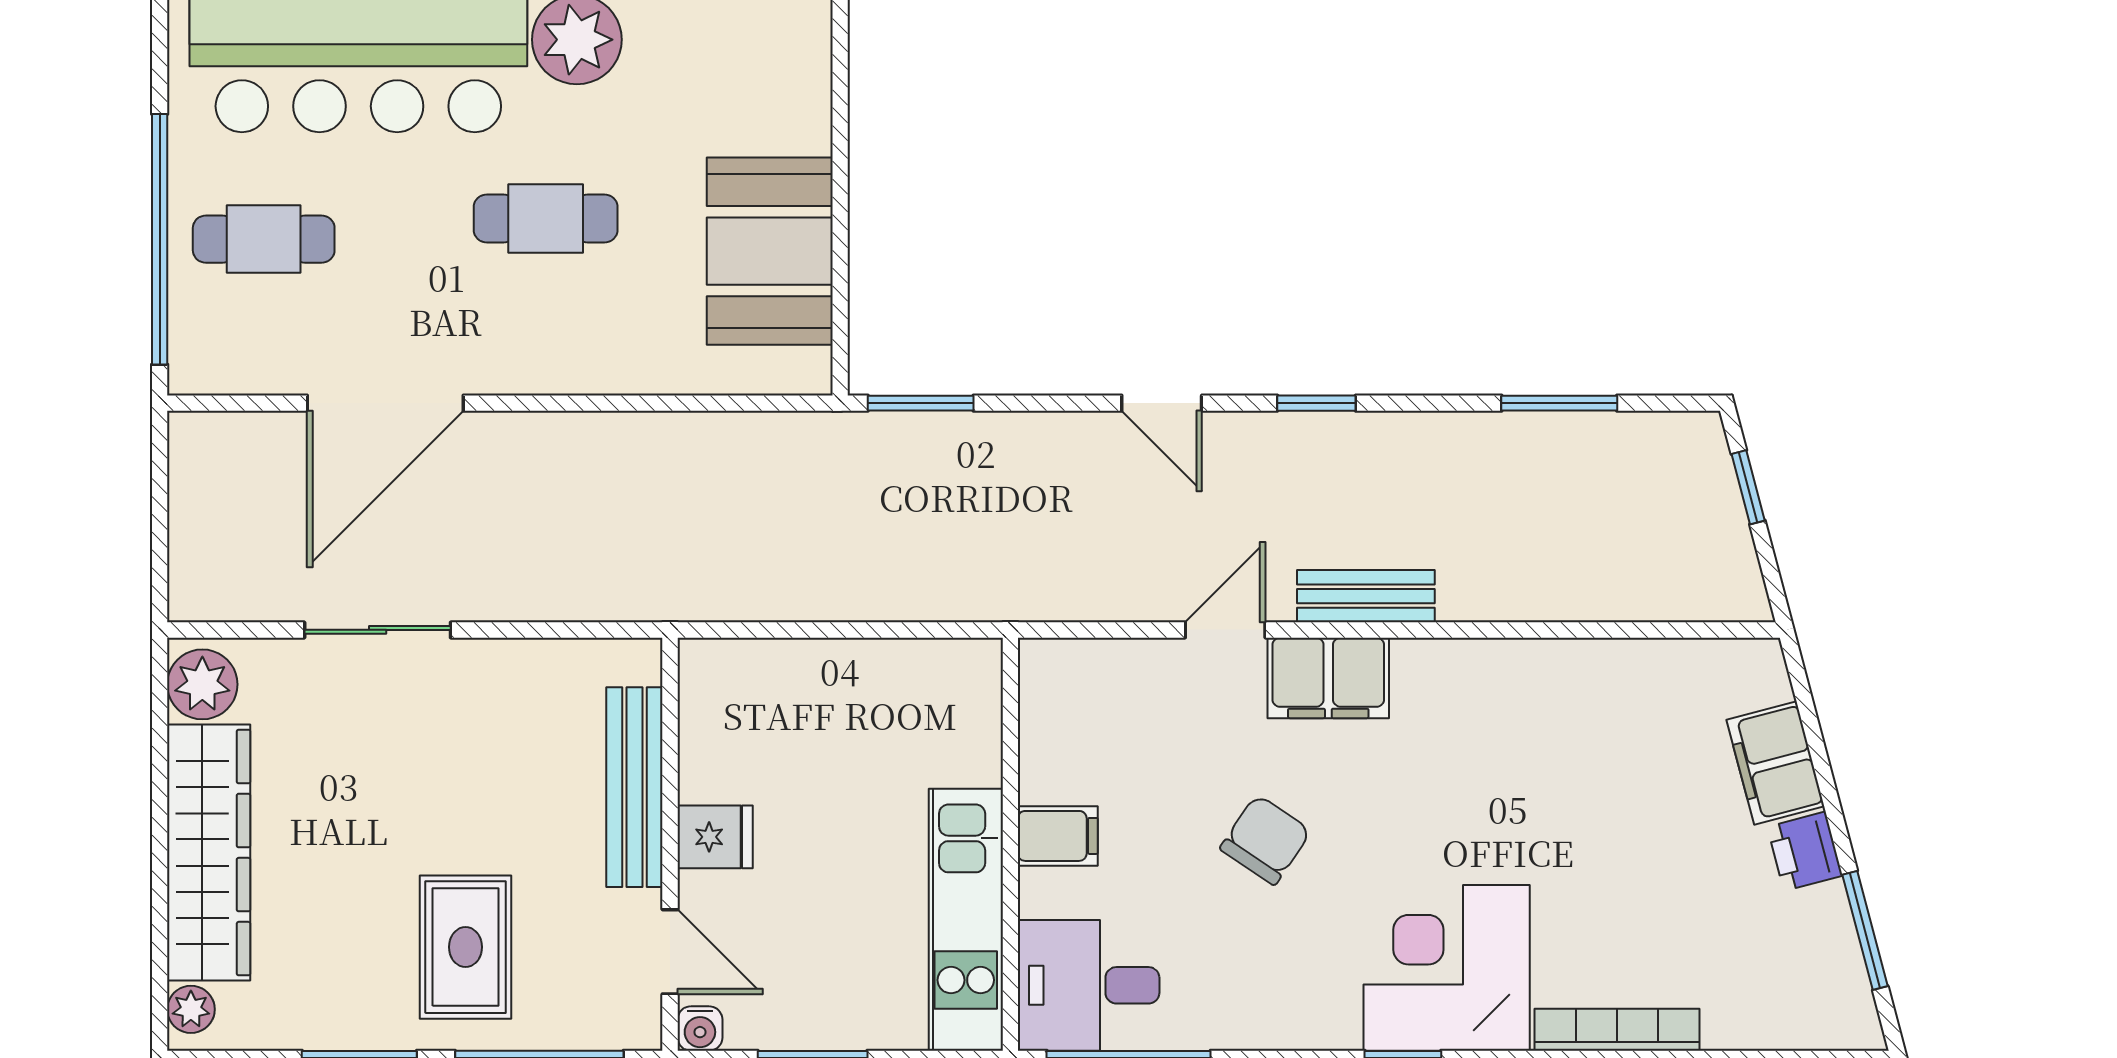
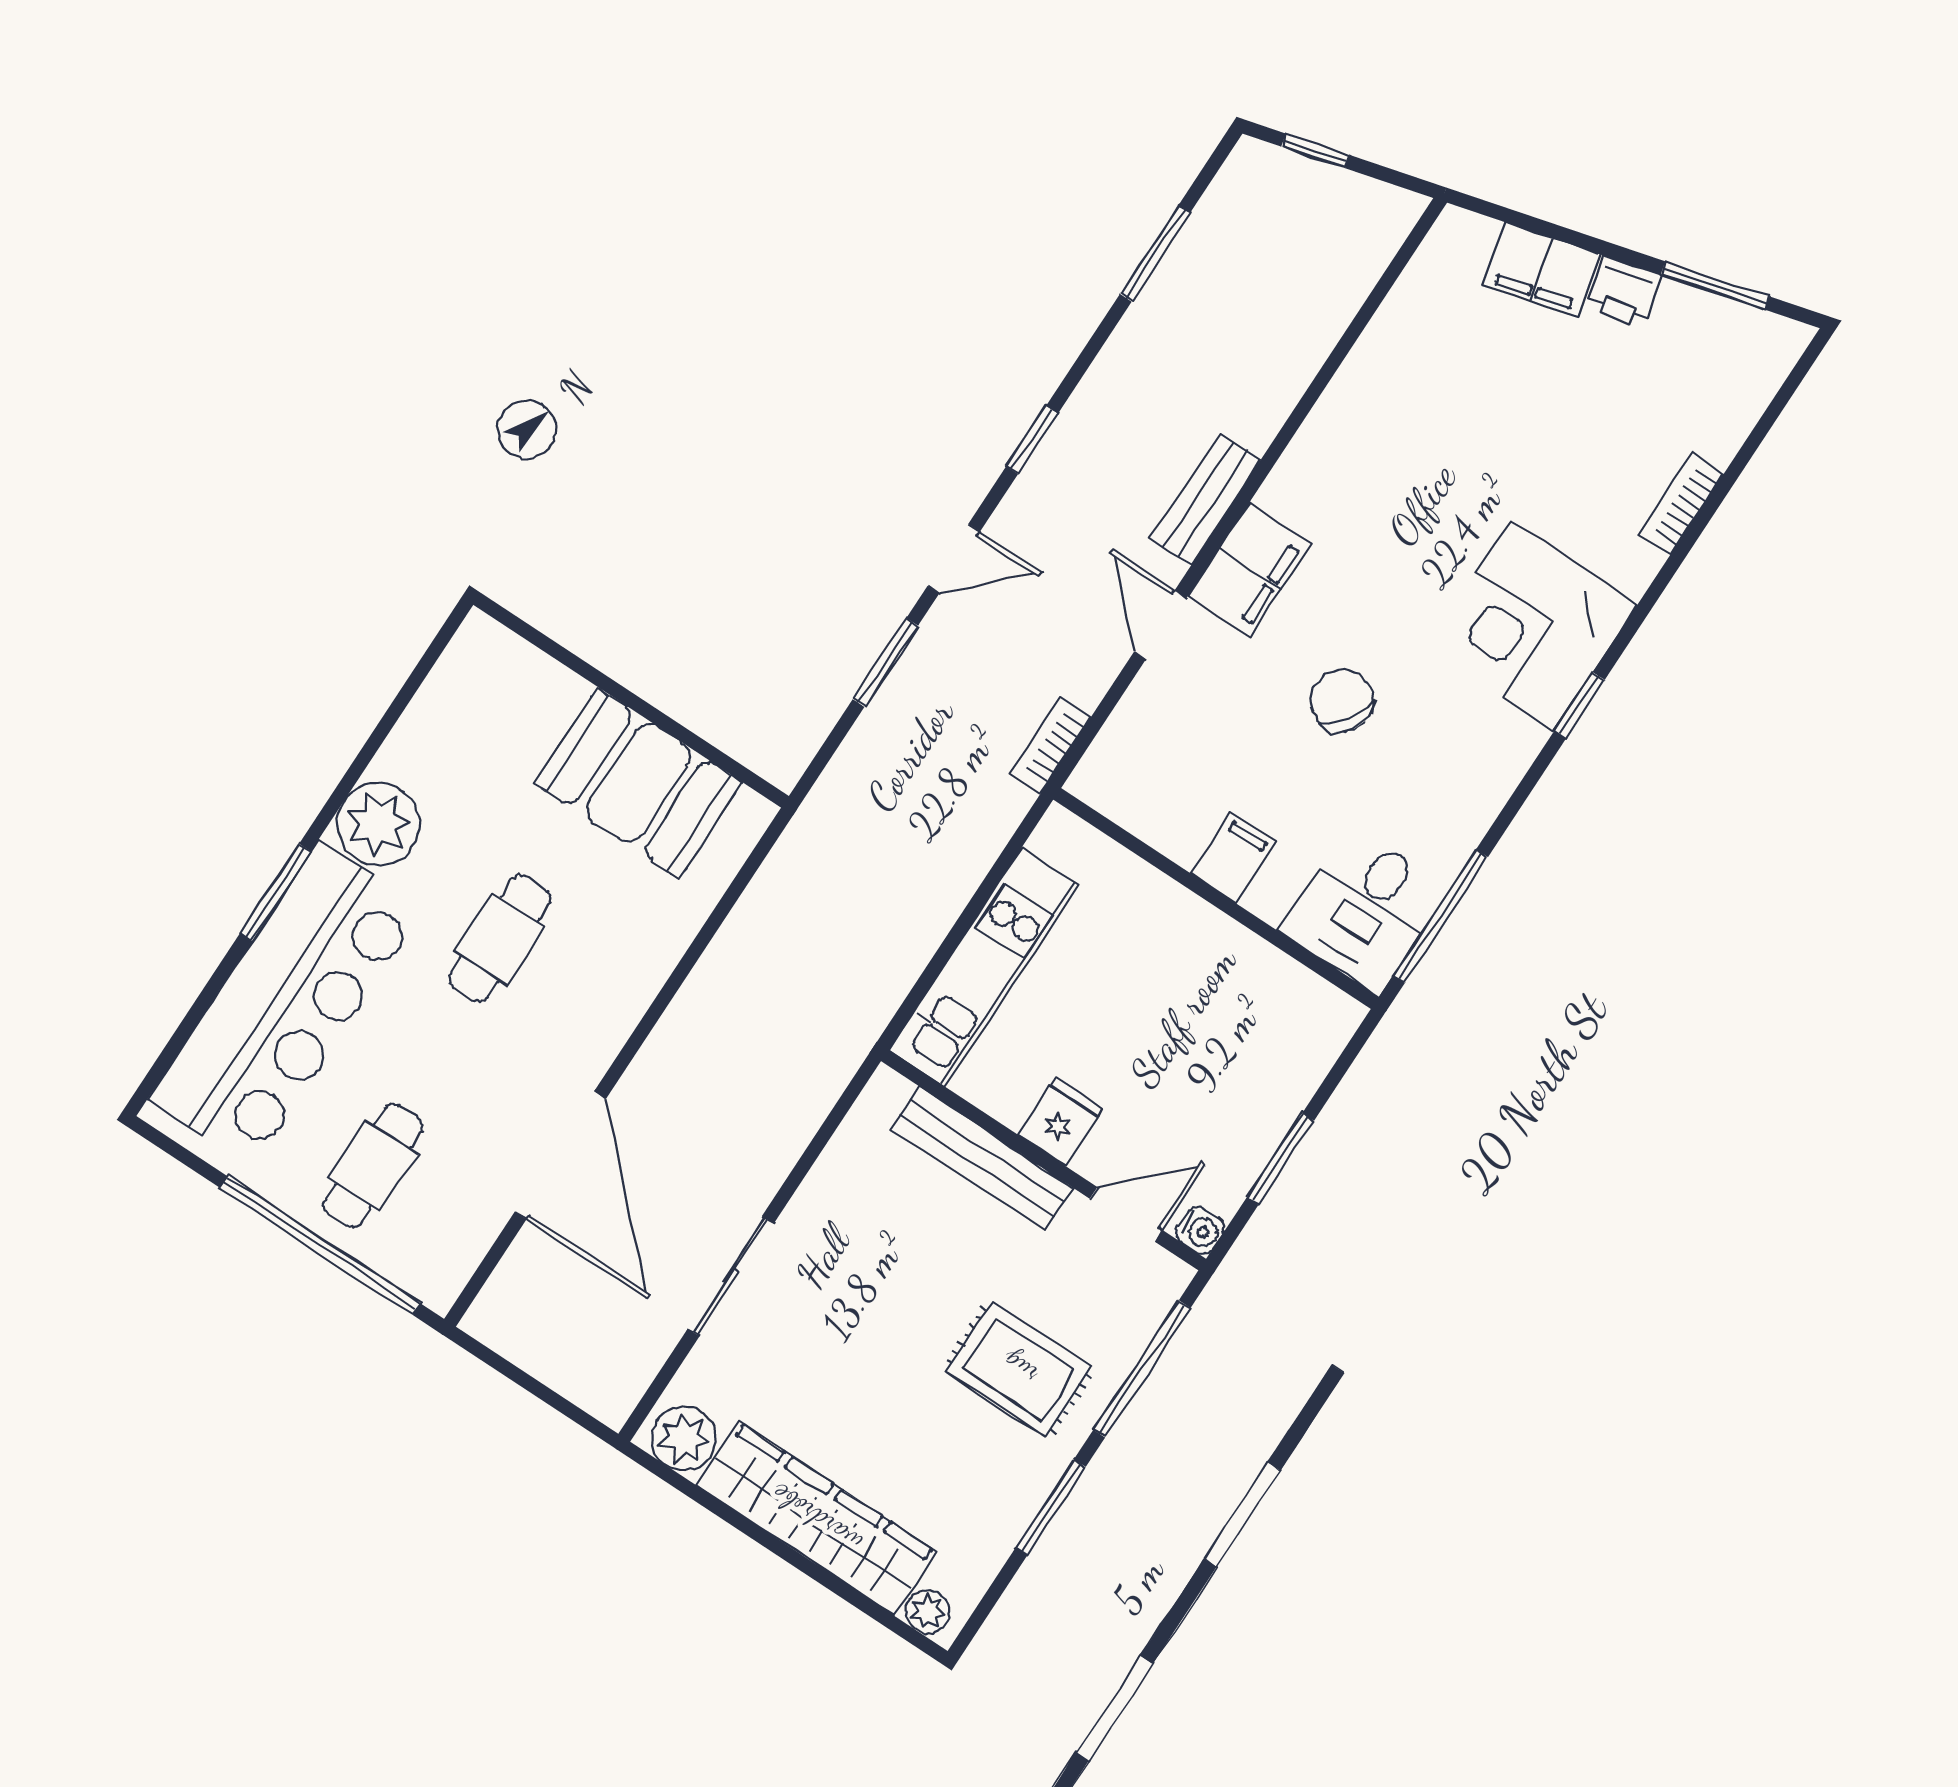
window: (921, 403) -> (885, 662), moved
bookcase: (1051, 603) -> (1051, 745), added
kitchen unit: (966, 920) -> (983, 967), moved, turned -90
bookcase: (1617, 1030) -> (1681, 504), width x0.64

